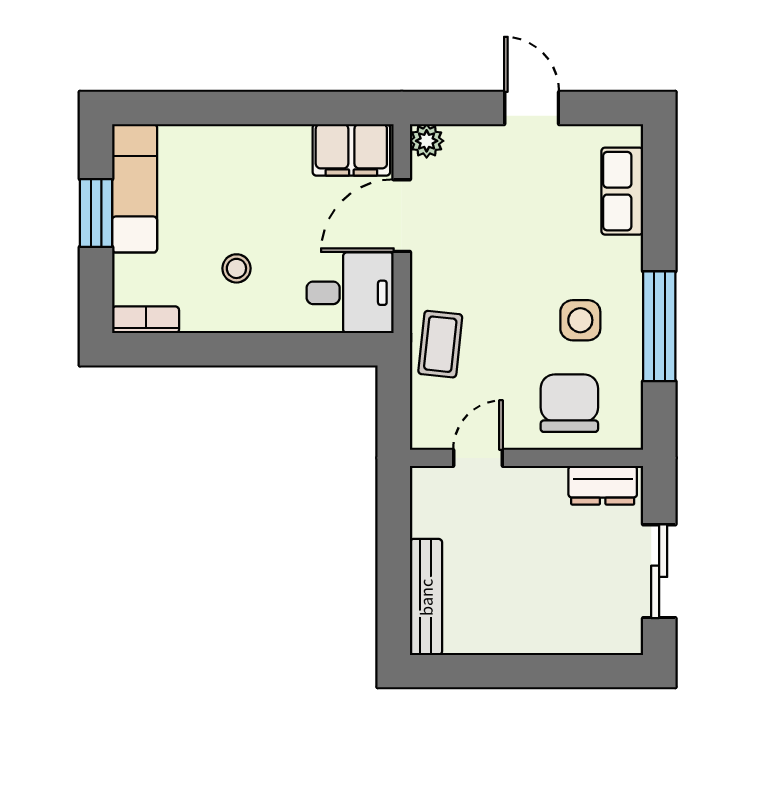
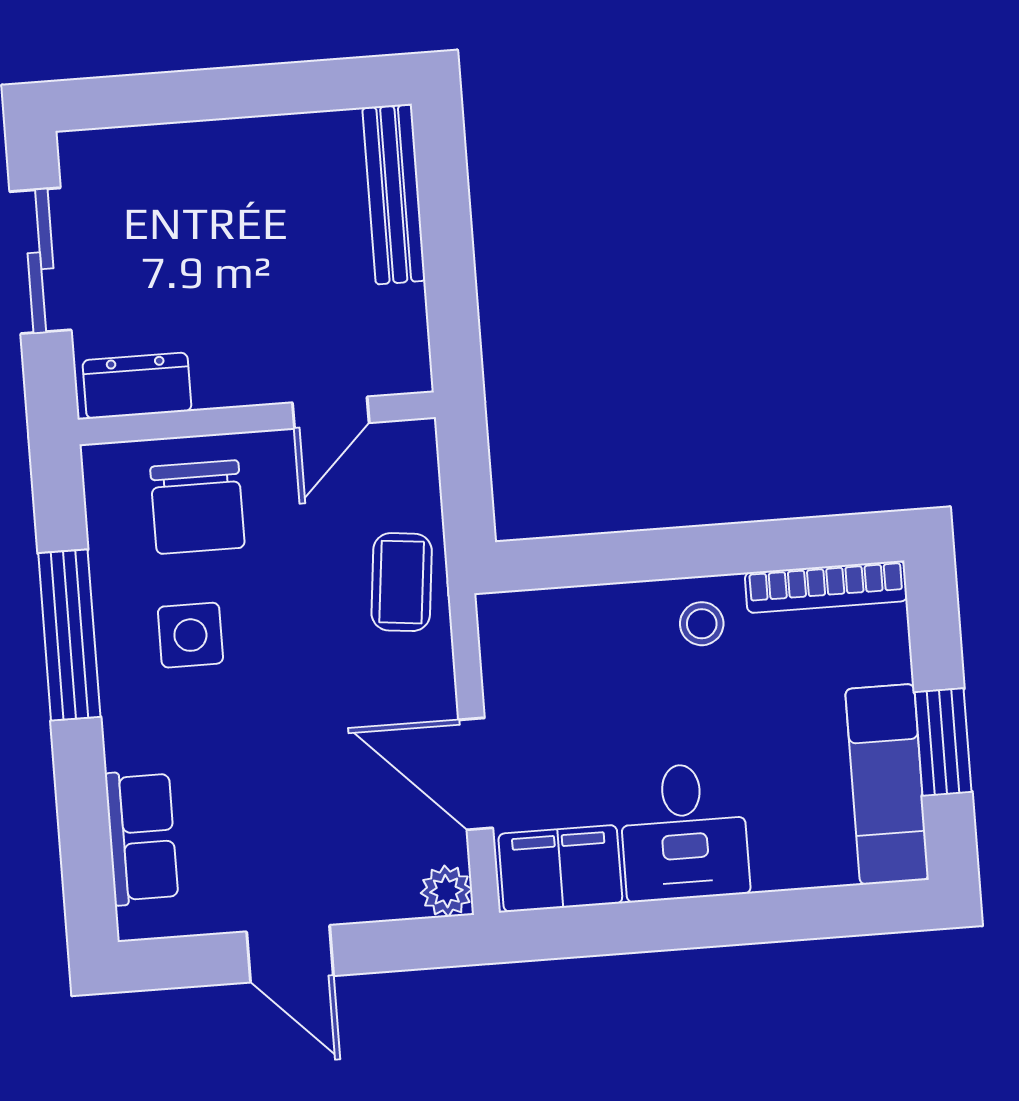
door: (402, 216) -> (476, 774), swing flipped
stool: (236, 268) -> (702, 624), moved
desk: (350, 293) -> (684, 832), moved, turned -90
bookcase: (146, 320) -> (826, 587), width x1.56

